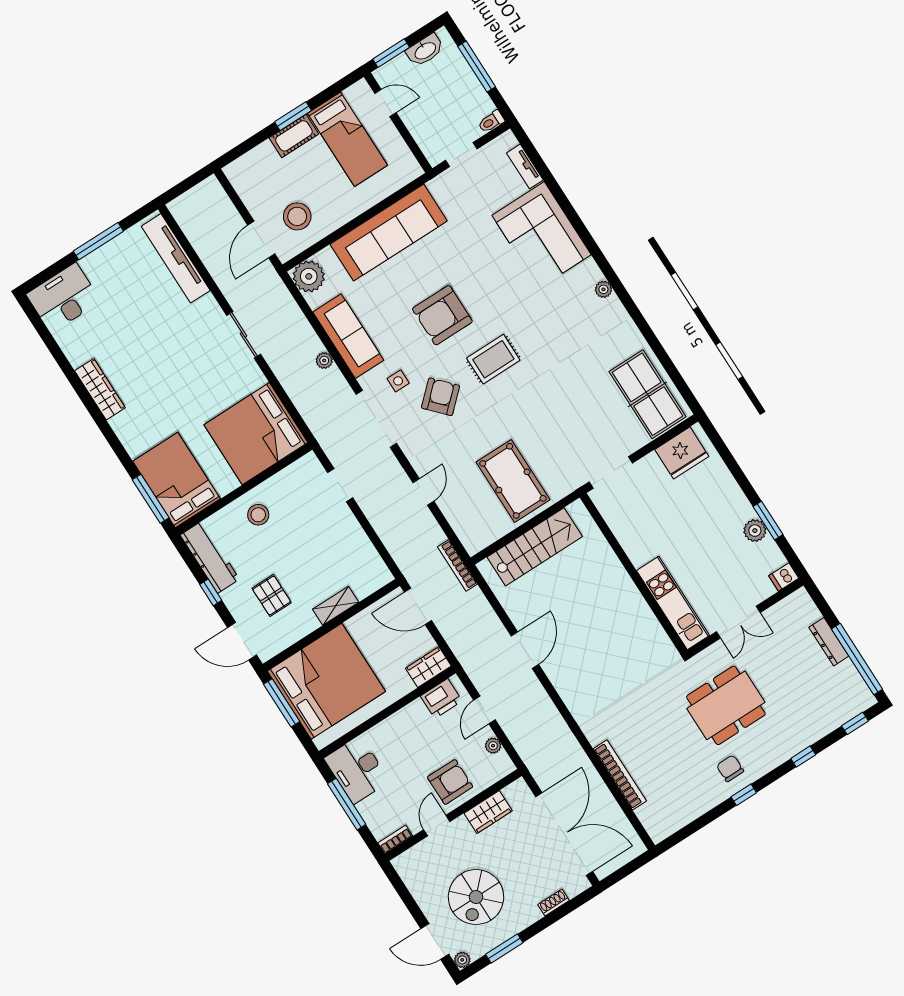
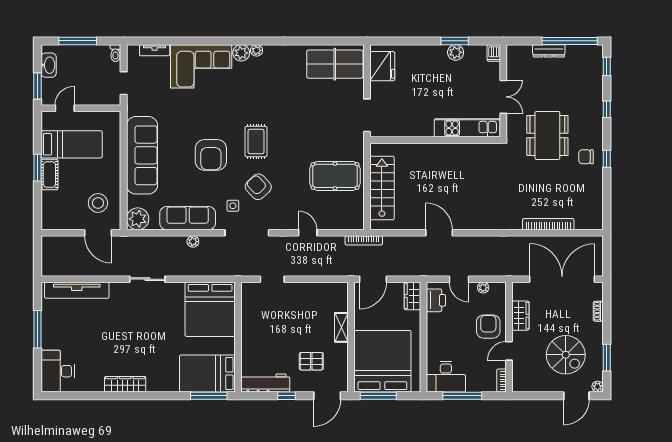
plant: (589, 273) -> (241, 53), added
stool: (258, 515) -> (259, 339), removed
door: (437, 826) -> (509, 351), hinge flipped

